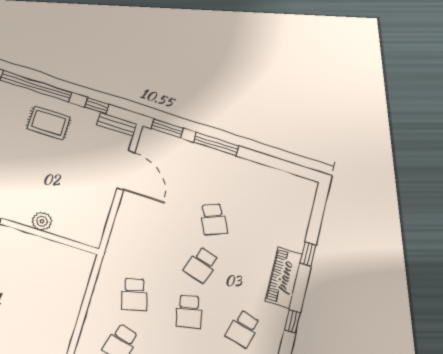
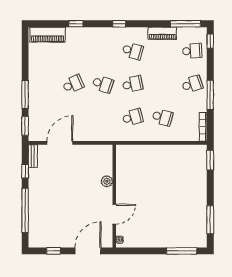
rug: (49, 123) -> (46, 196), removed
piano: (284, 277) -> (48, 35), moved

